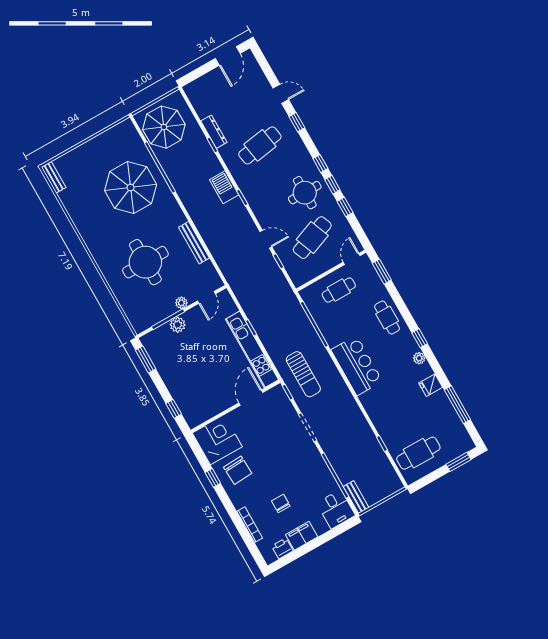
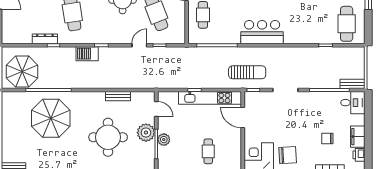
bench: (194, 243) -> (118, 96), width x0.73
plant: (181, 303) -> (146, 133), width x1.88, depth x1.88
cafe table: (192, 381) -> (208, 151), added

